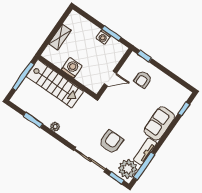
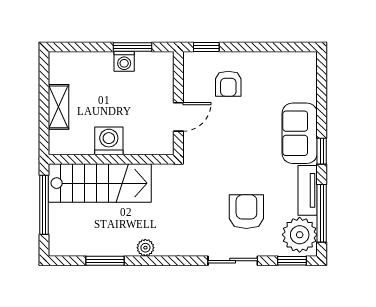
window: (184, 109) -> (322, 151), moved
sliding door: (90, 160) -> (233, 261), width x0.73

